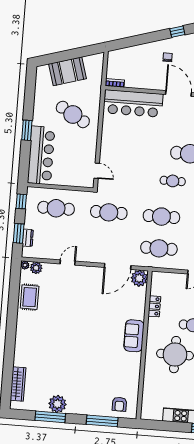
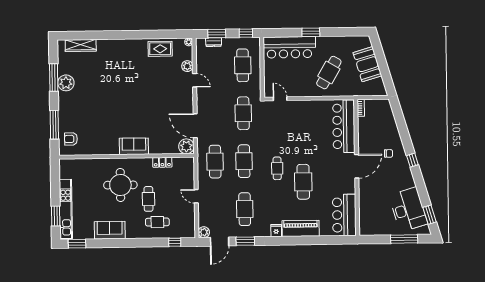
door: (97, 171) -> (280, 99), swing flipped
plant: (36, 268) -> (187, 66), moved

